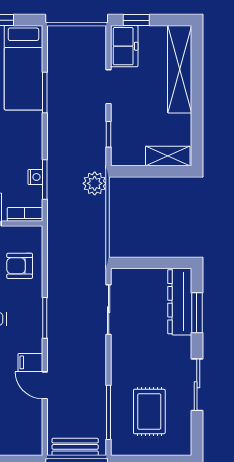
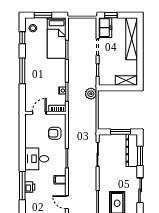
window: (156, 263) -> (121, 132), added
door: (45, 385) -> (67, 202), moved

